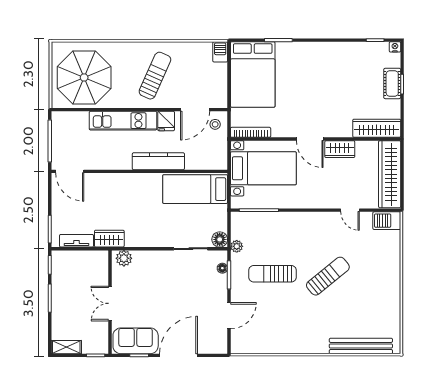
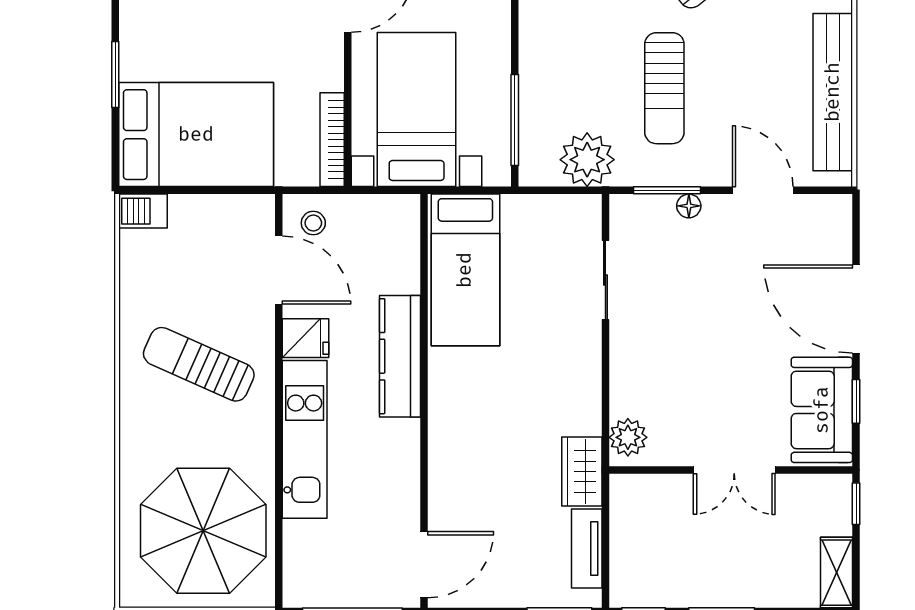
floor lamp: (220, 239) -> (584, 212), removed
plant: (237, 246) -> (587, 160), width x1.88, depth x1.88
floor lamp: (222, 268) -> (689, 206), moved
bench: (271, 345) -> (833, 92), added

